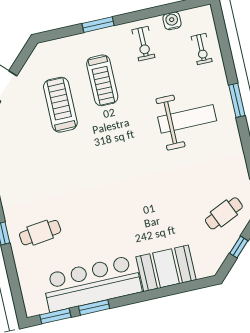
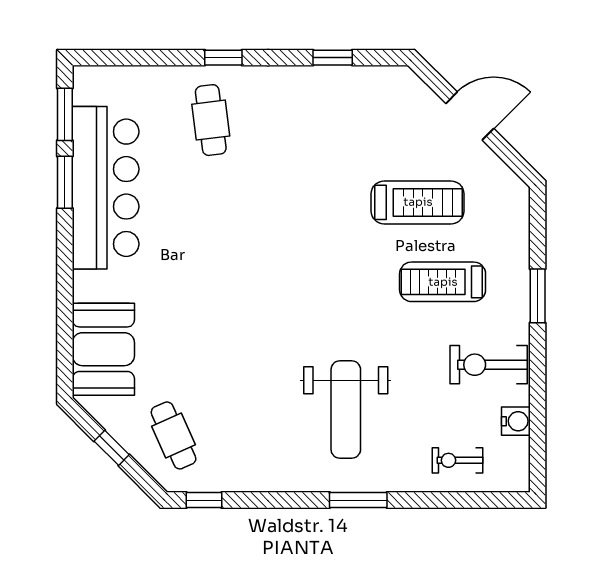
exercise bike: (143, 44) -> (489, 365), width x1.38, depth x1.39
booth: (166, 268) -> (103, 349), moved

